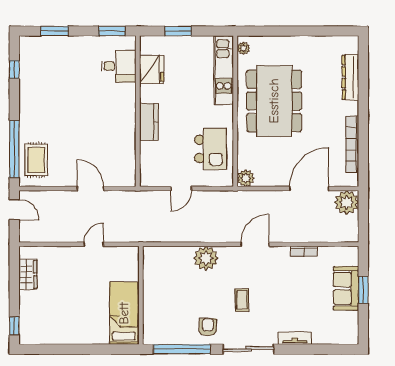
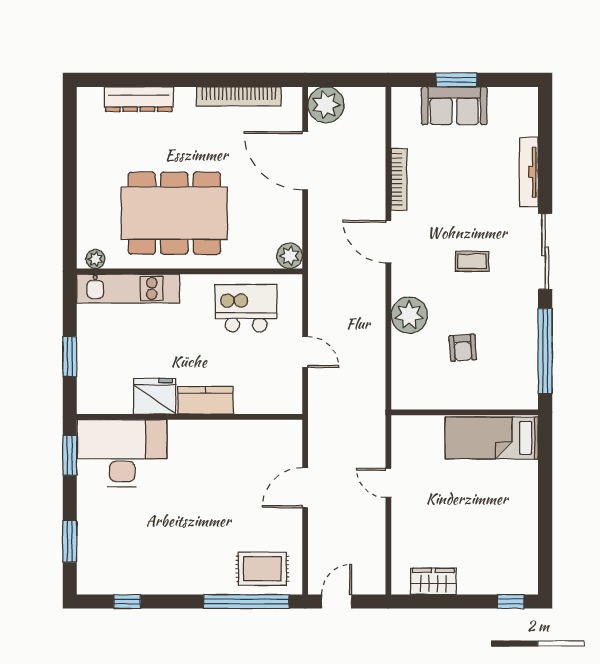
desk: (119, 66) -> (122, 453), width x1.87, depth x1.30
fridge: (152, 69) -> (155, 396), moved
bookcase: (304, 251) -> (399, 179), width x1.56
armchair: (208, 327) -> (463, 348), moved, turned -94
tv unit: (295, 338) -> (529, 172), width x1.41

